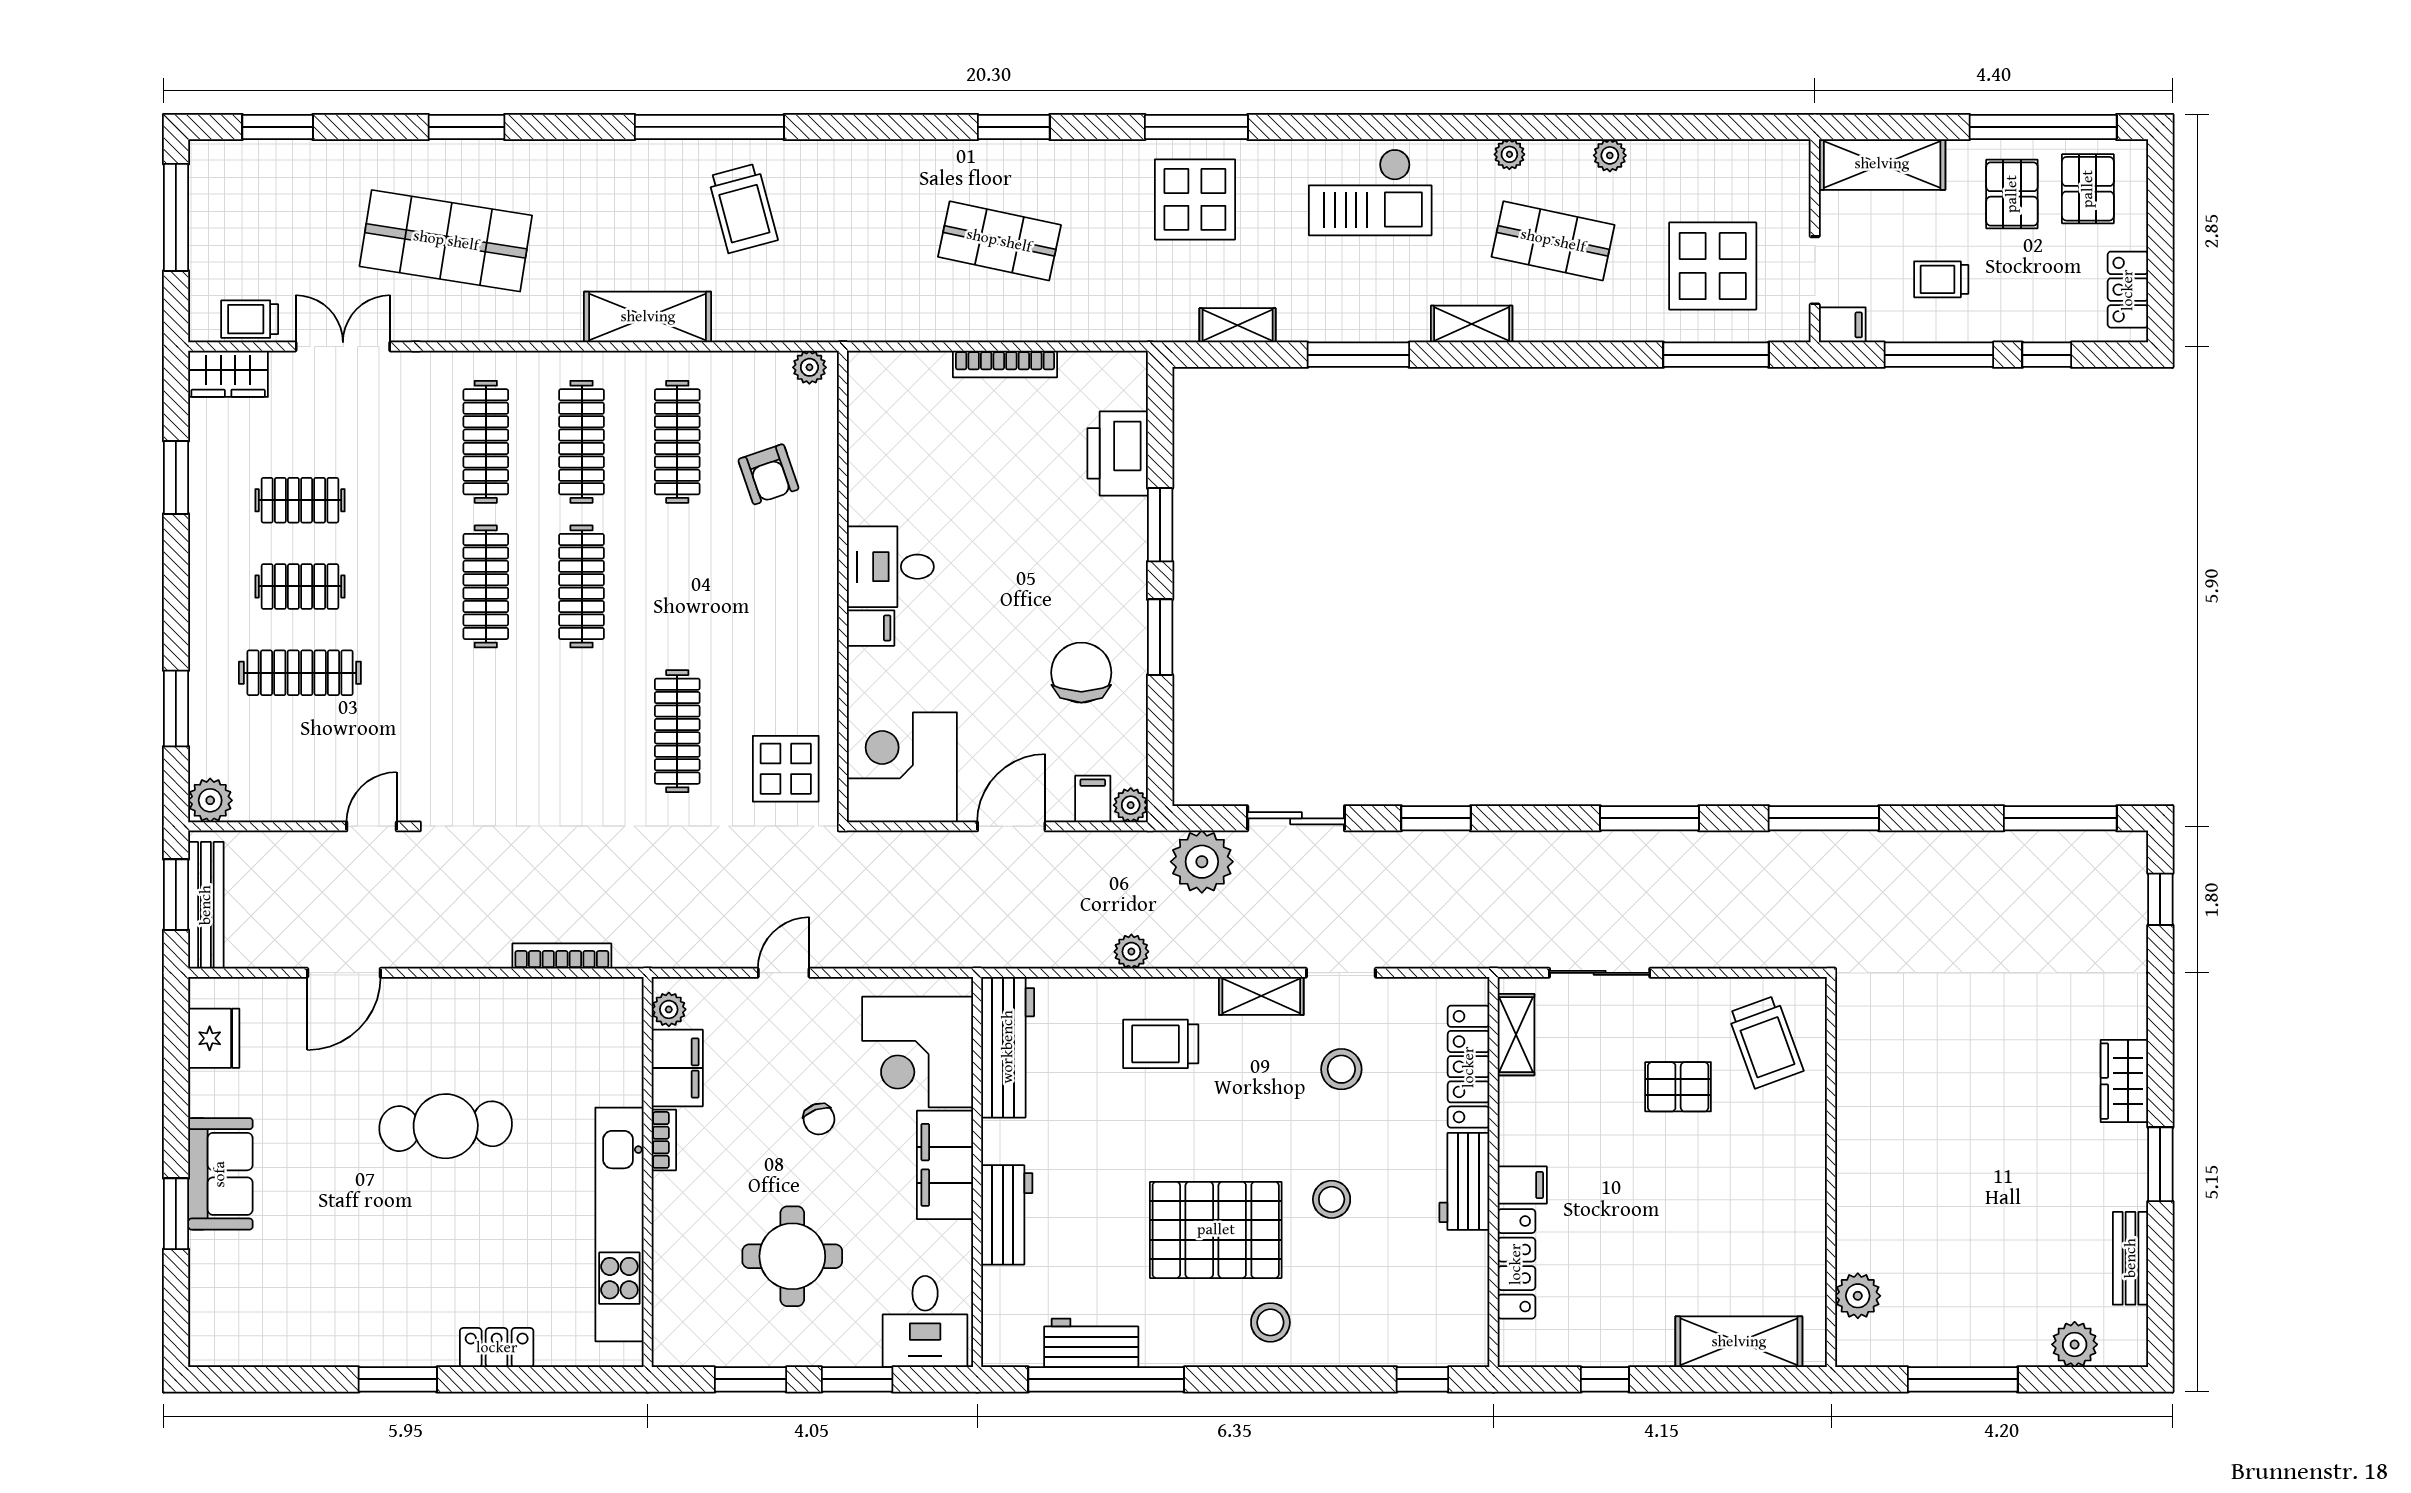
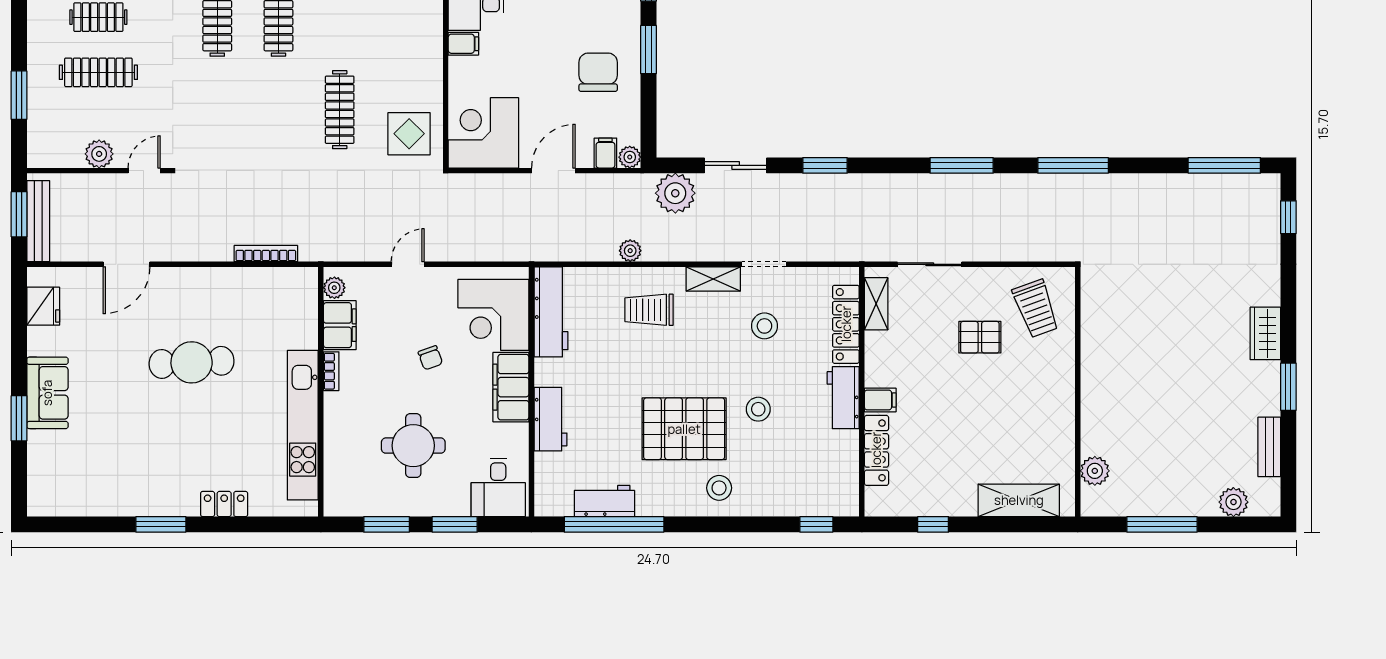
plant: (210, 800) -> (99, 154), moved

